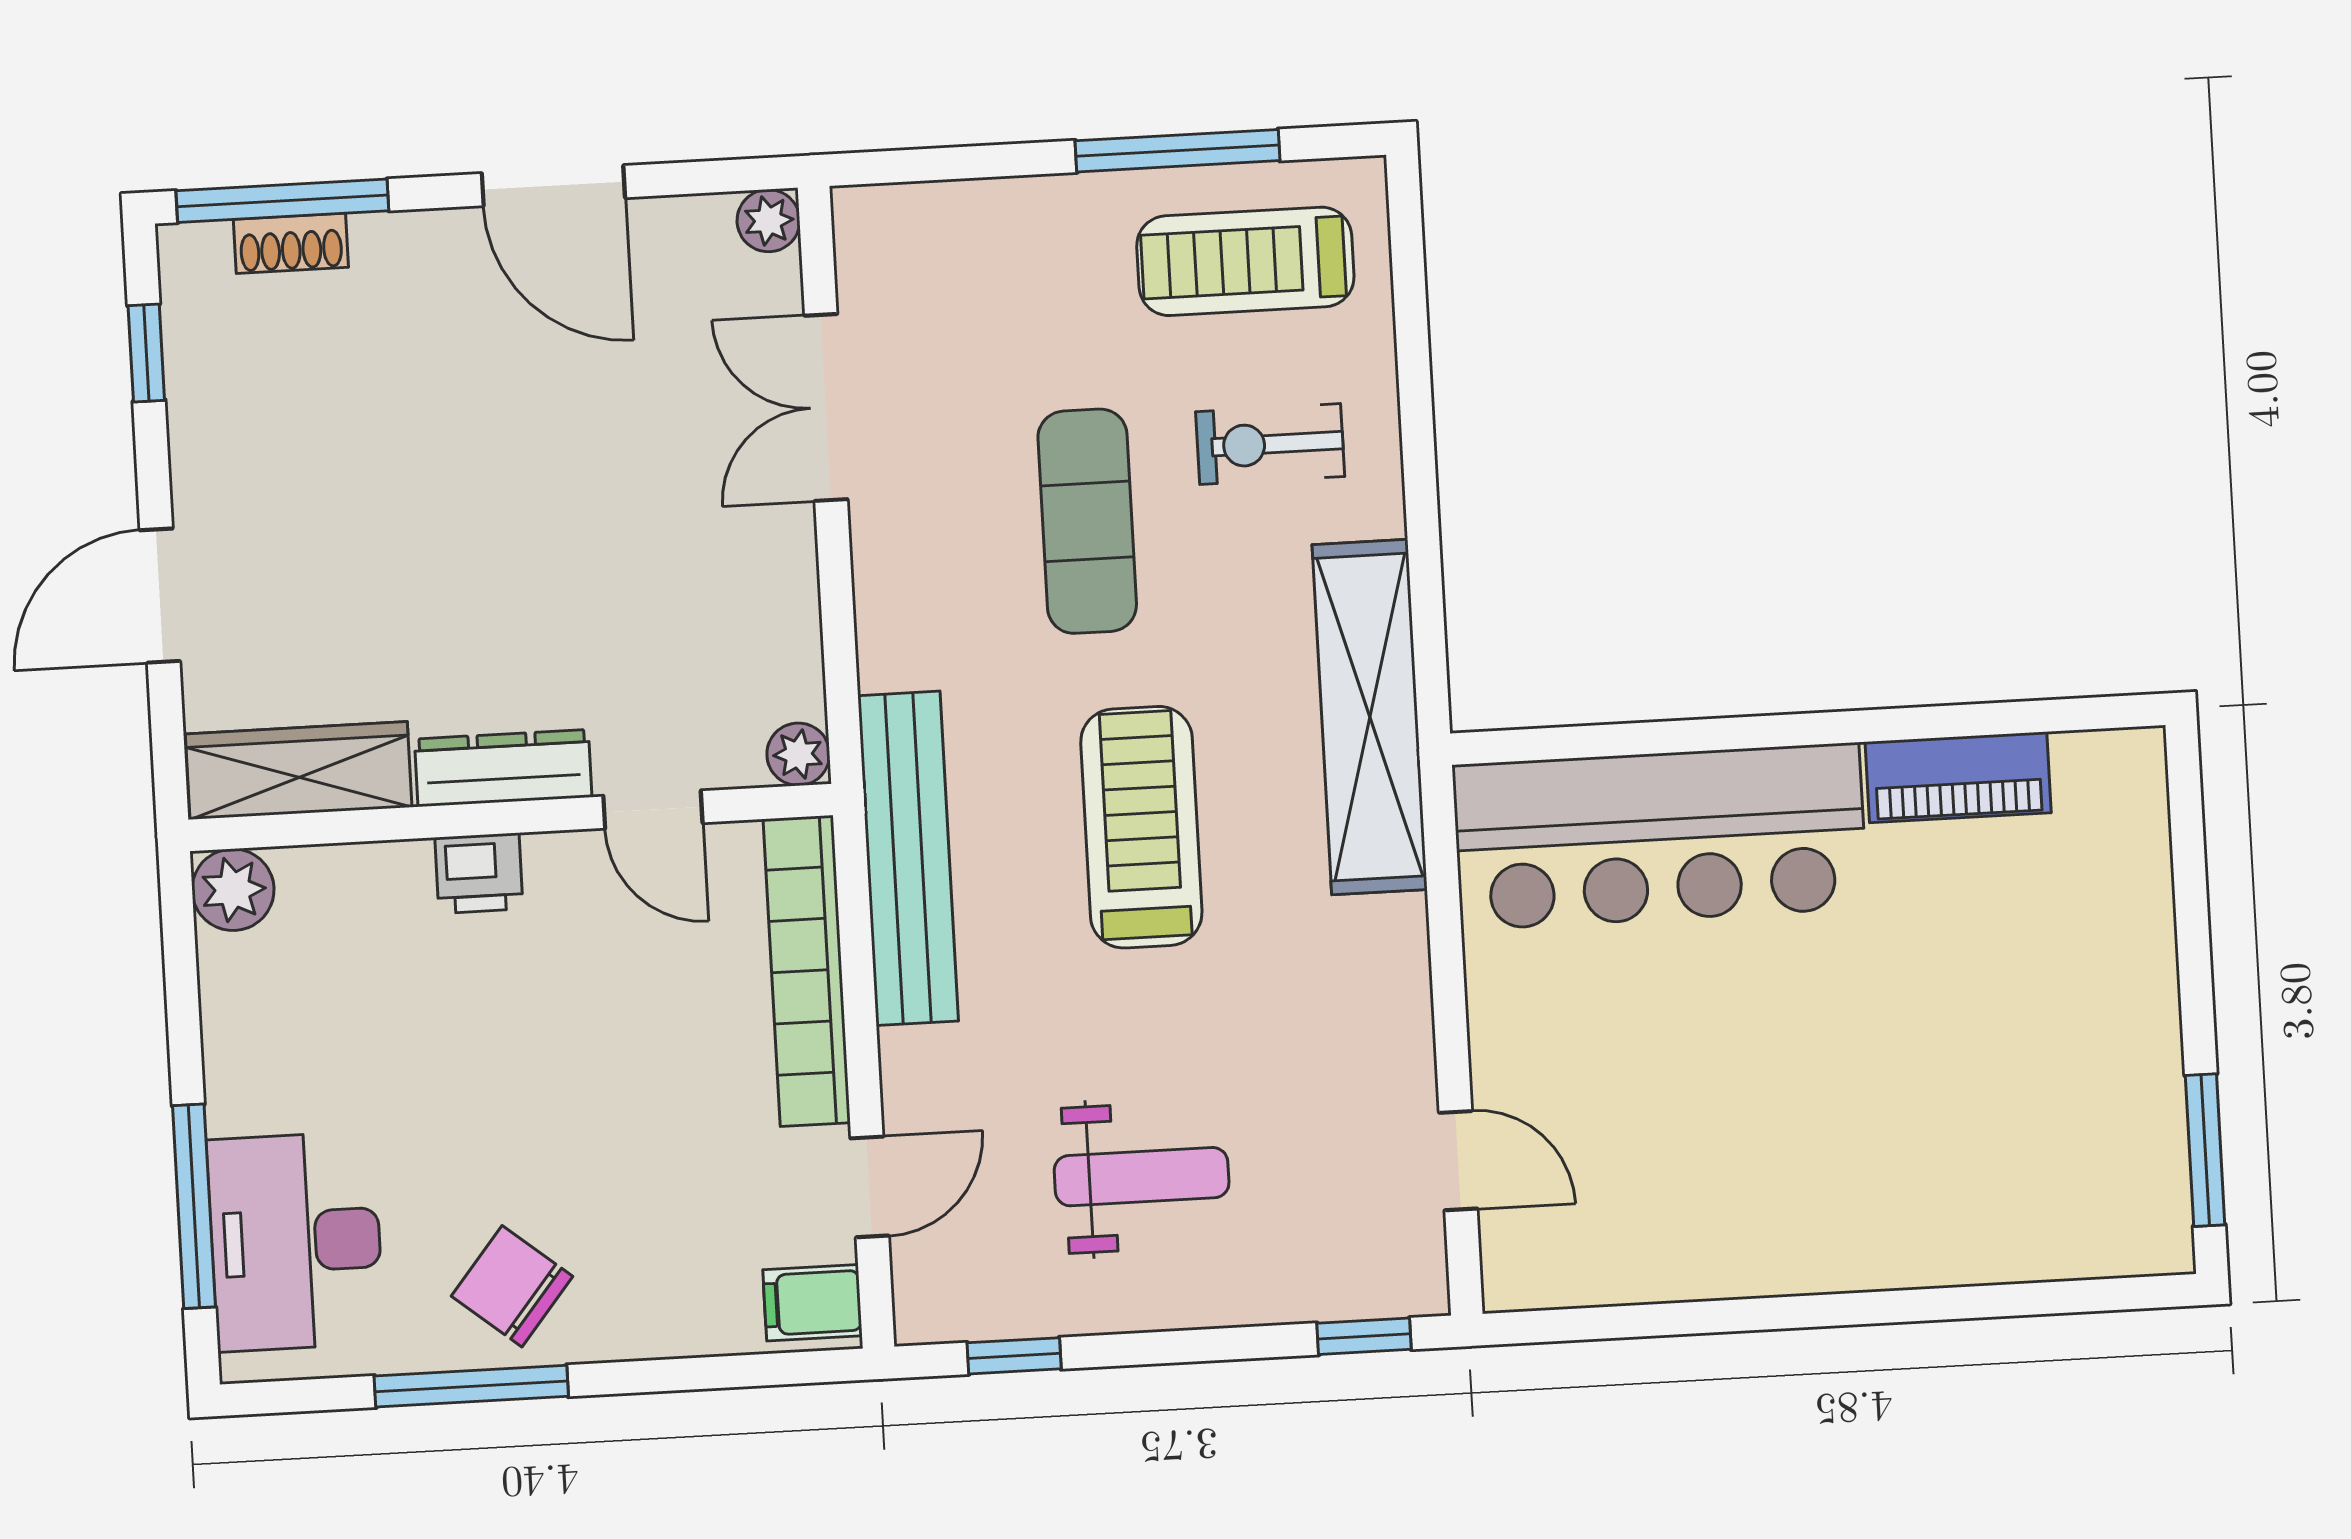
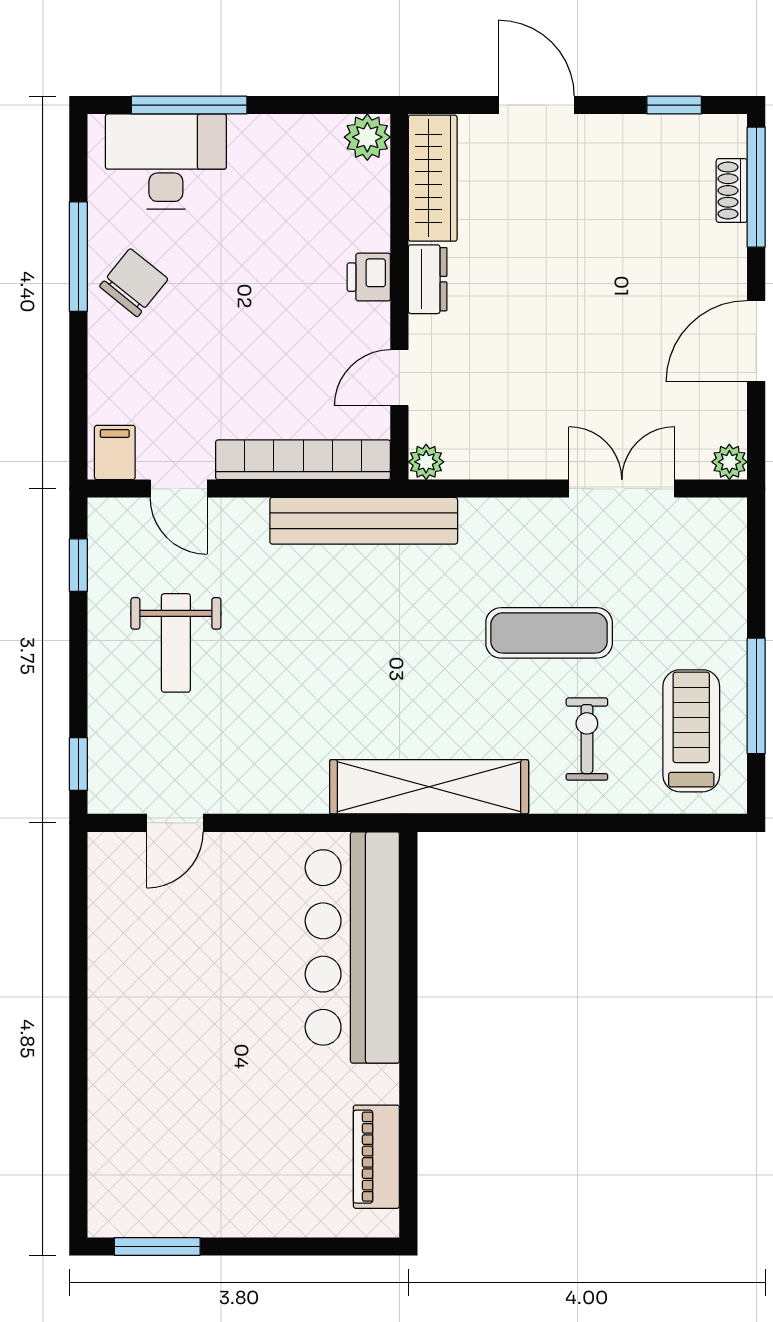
dresser: (503, 768) -> (428, 279), width x0.70
piano: (1958, 777) -> (376, 1157), moved
treadmill: (1141, 827) -> (374, 654), removed

